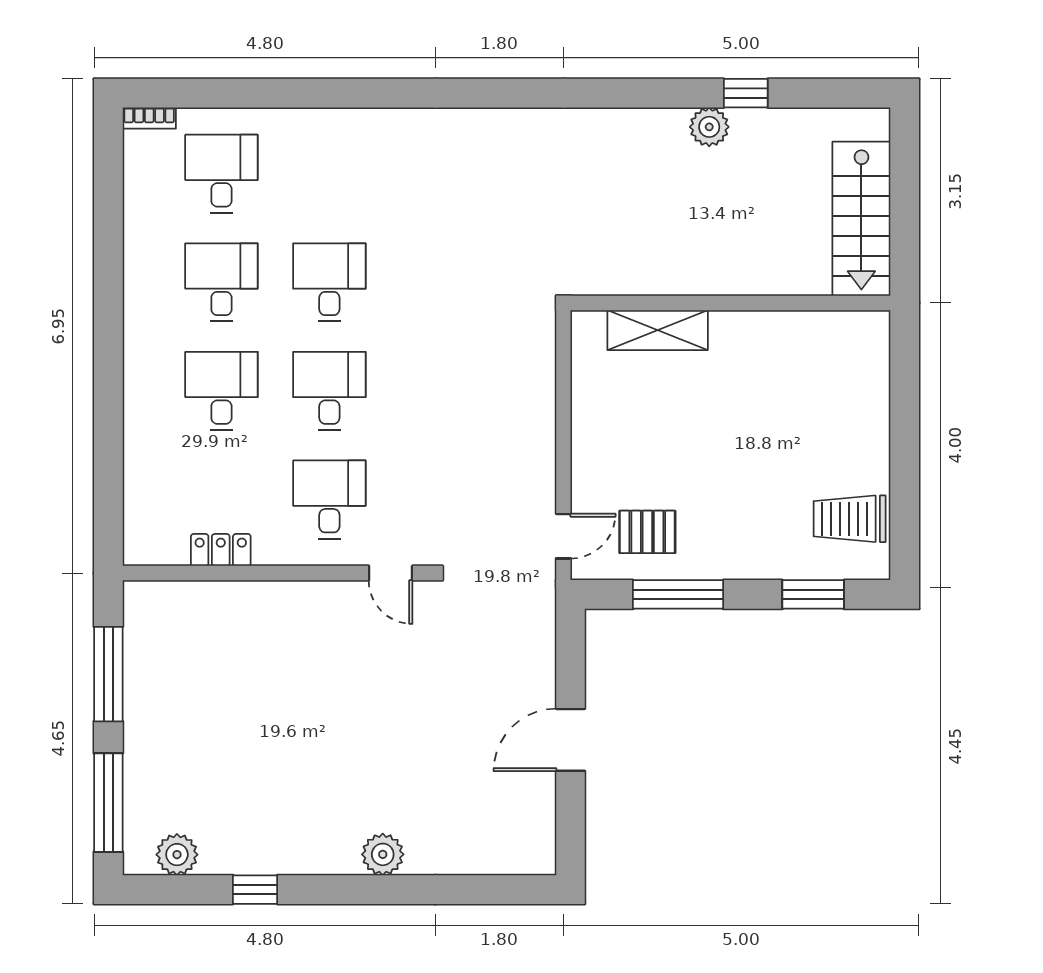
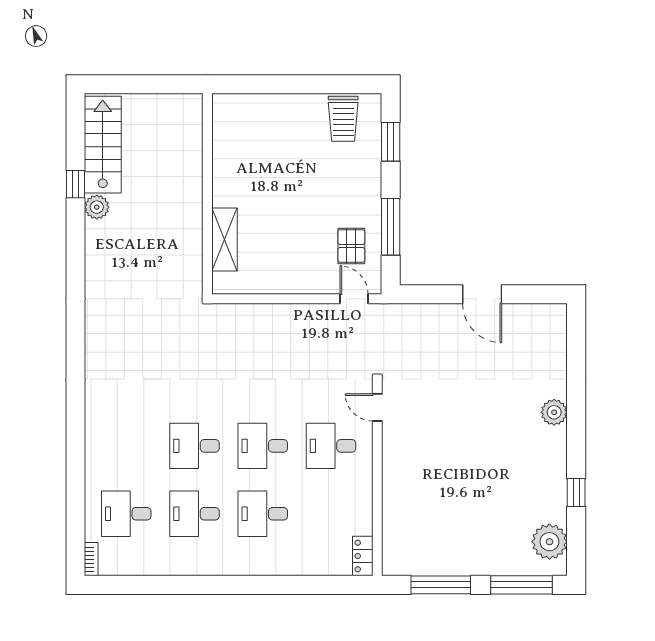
stairs: (861, 219) -> (103, 145), moved, turned -90
locker: (221, 550) -> (363, 556), moved
door: (391, 573) -> (377, 407), swing flipped
plant: (177, 855) -> (549, 542), width x1.36, depth x1.36

